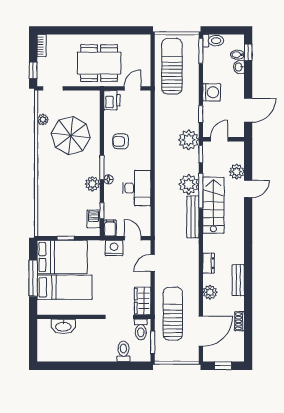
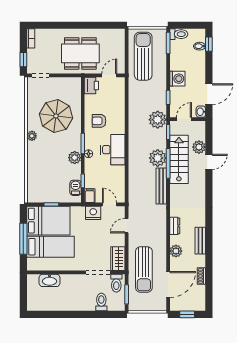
washbasin: (239, 67) -> (201, 112), moved
plant: (43, 120) -> (32, 136), moved
desk: (137, 188) -> (113, 150), moved
stairs: (213, 205) -> (179, 159), moved
sun lounger: (173, 314) -> (144, 269), turned 180

